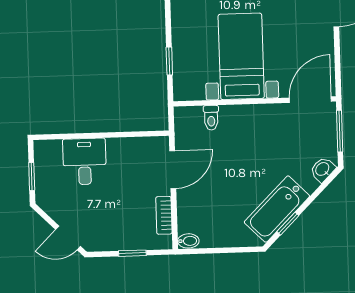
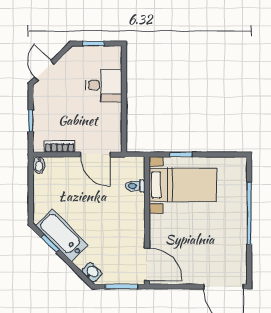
bed with nightstands: (241, 56) -> (183, 185), moved

